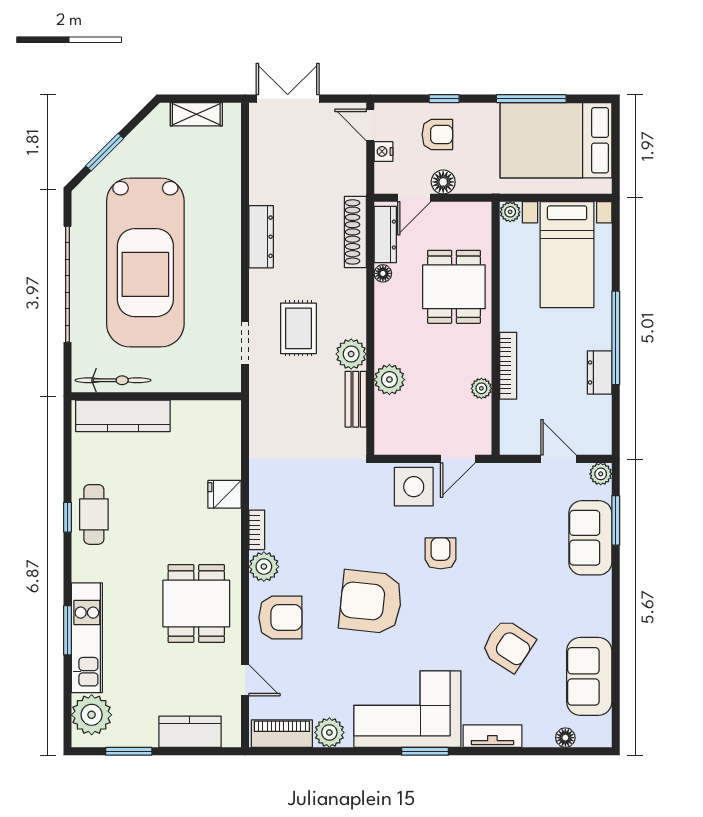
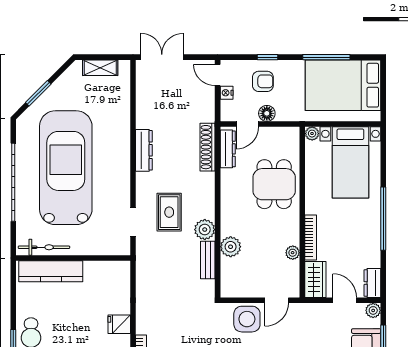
car: (145, 262) -> (66, 168), turned 180
floor lamp: (383, 273) -> (226, 175), removed
dresser: (600, 372) -> (372, 283), moved
wardrobe: (515, 428) -> (315, 280), added

